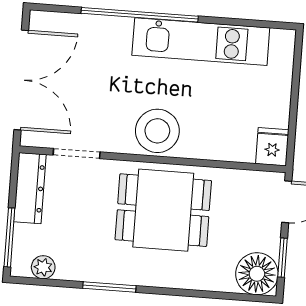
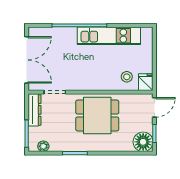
stool: (157, 131) -> (127, 77), moved, width x0.53, depth x0.53

